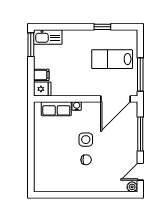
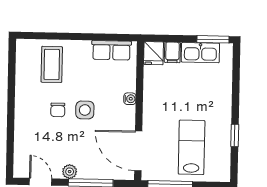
kitchen sink: (48, 37) -> (200, 53), moved, turned -90
row of seats: (56, 109) -> (111, 50), moved, turned -90
coffee table: (52, 165) -> (52, 64), added
plant: (132, 187) -> (70, 172), moved

